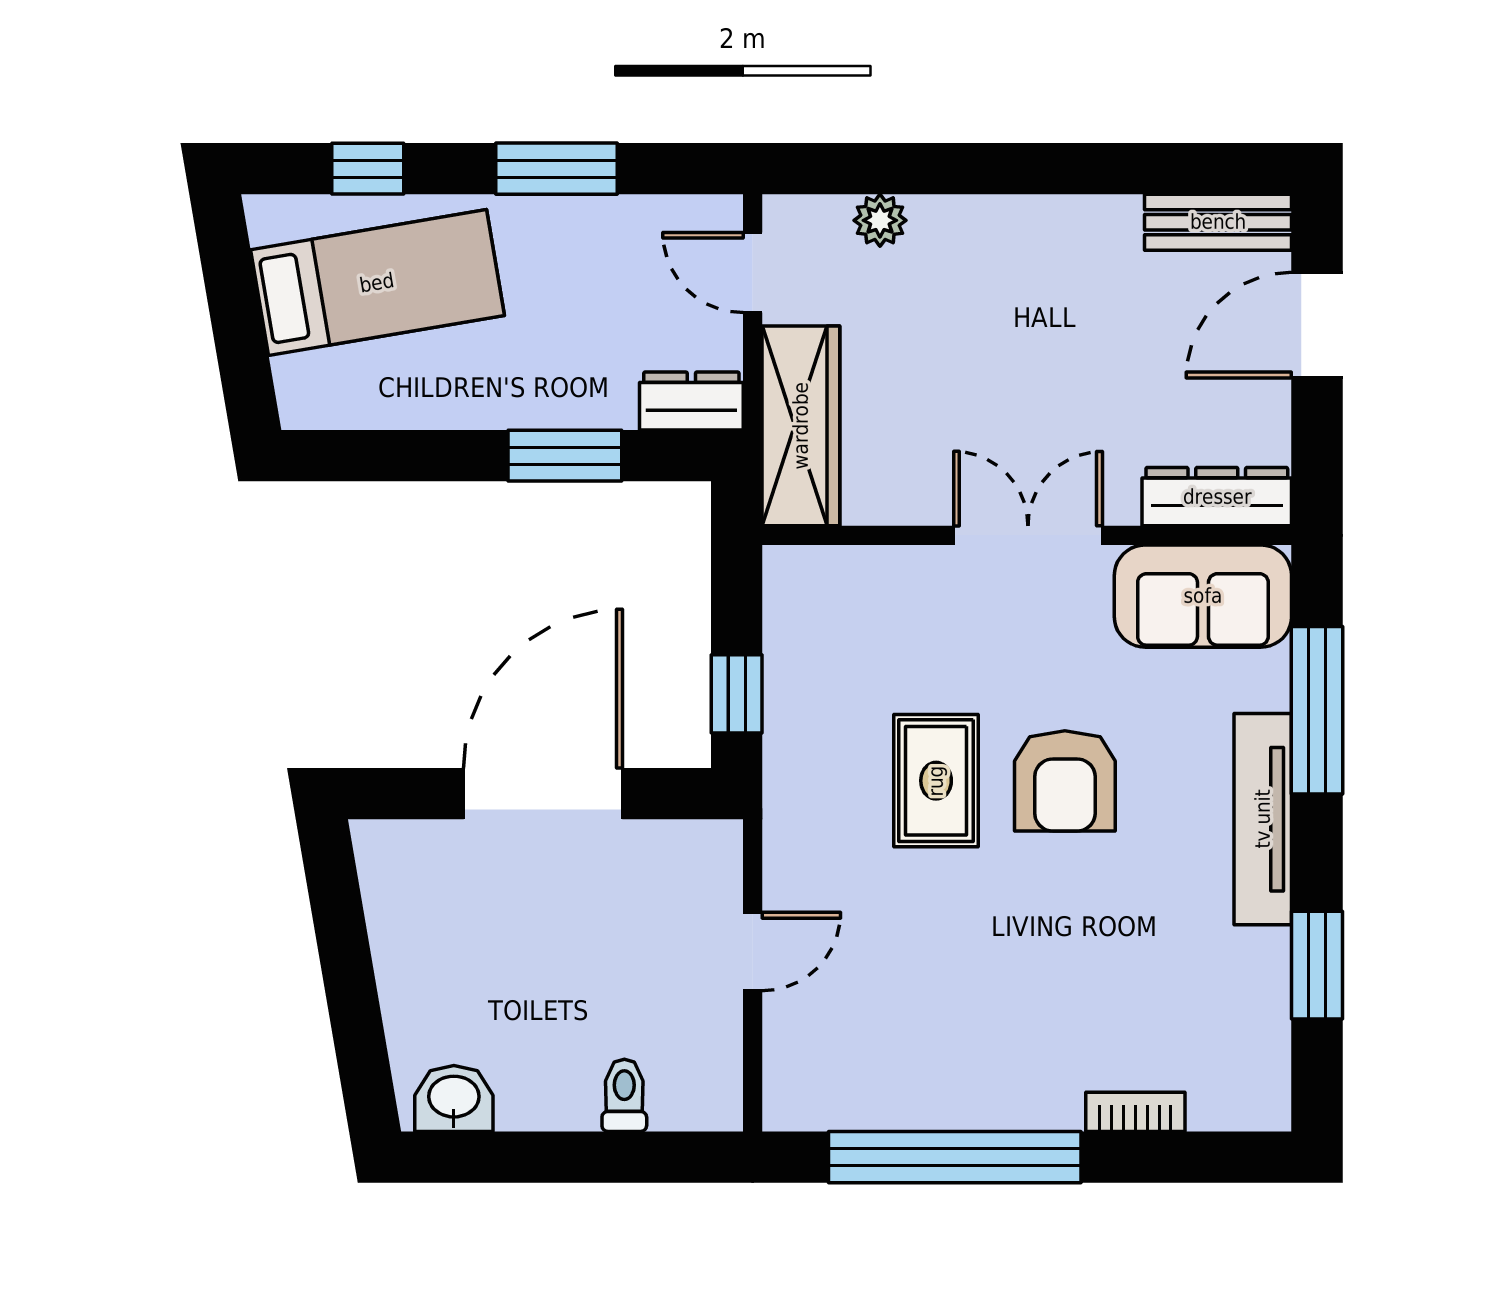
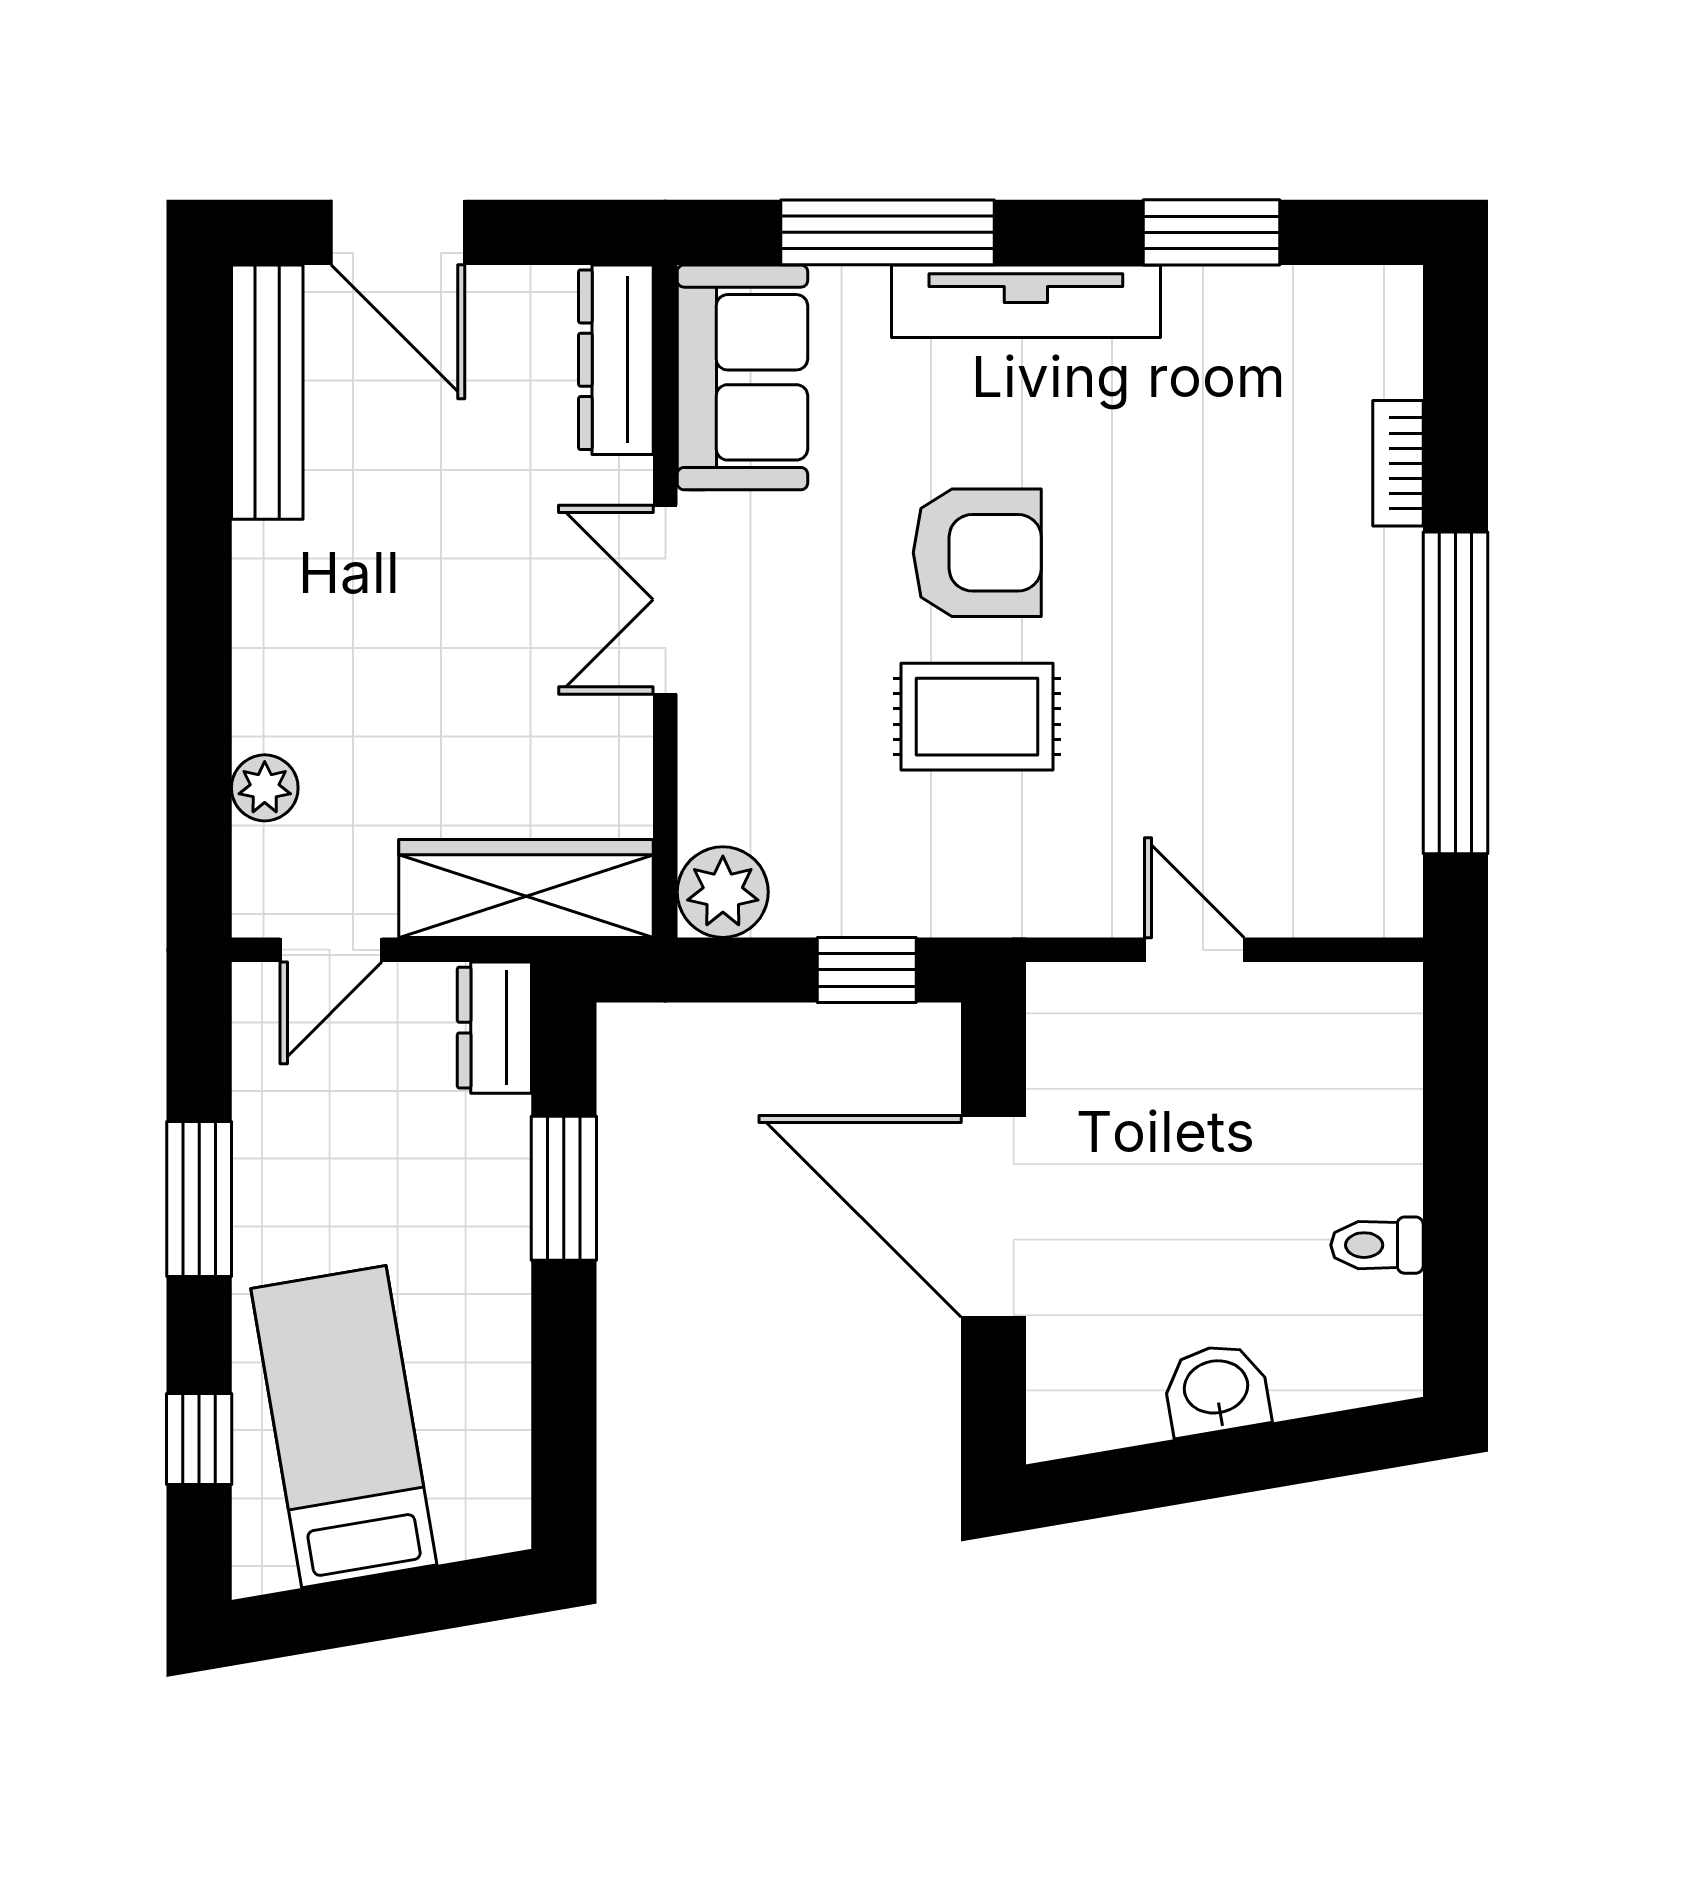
bench: (1218, 222) -> (267, 392), width x1.36
plant: (798, 581) -> (723, 892), added
toilet: (624, 1095) -> (1377, 1245), moved
washbasin: (454, 1098) -> (1216, 1389), moved, turned 80

